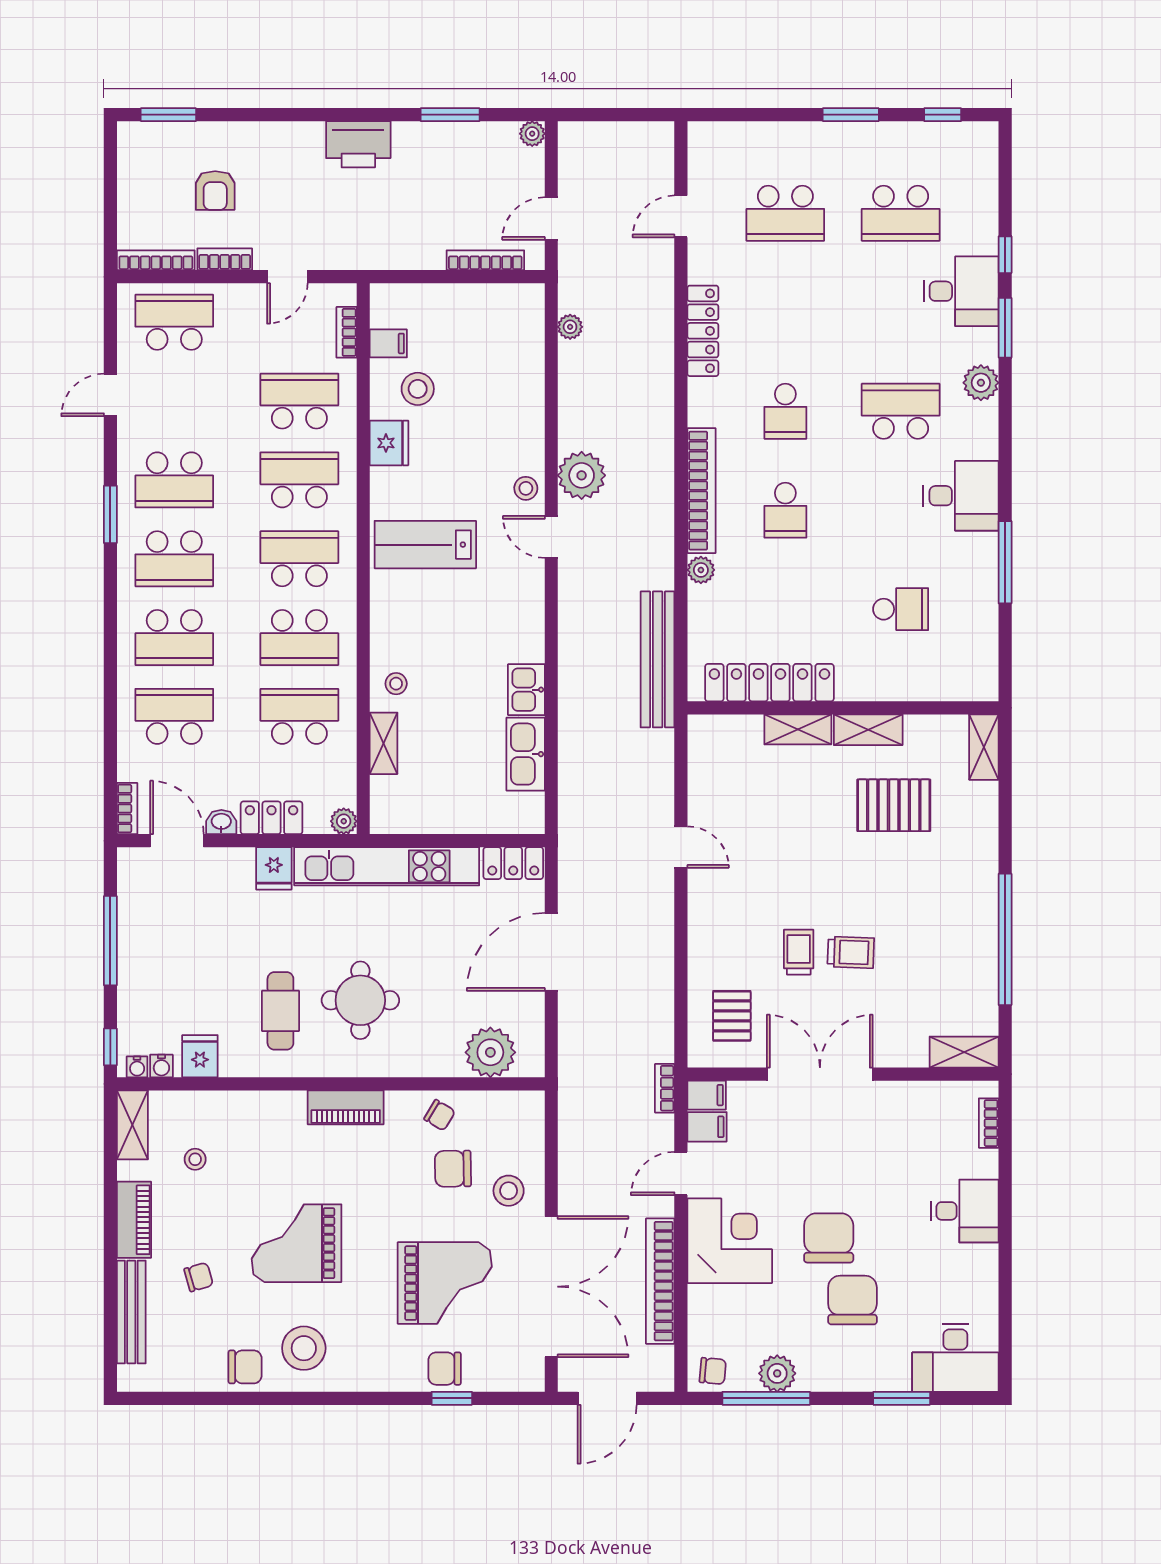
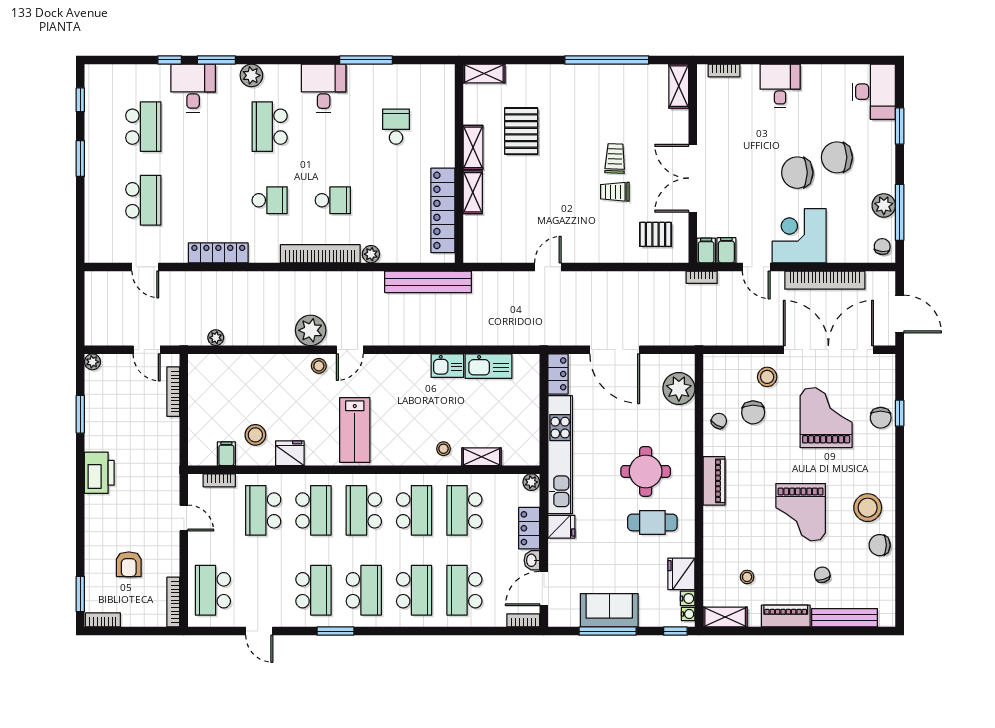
armchair: (215, 191) -> (129, 564), turned 90
bookcase: (225, 259) -> (103, 620), moved, turned 90
school desk: (299, 480) -> (313, 510), turned 180
sofa: (143, 943) -> (609, 610), added
fridge: (200, 1056) -> (681, 574), width x1.38
chair: (245, 1367) -> (880, 545), turned -90

